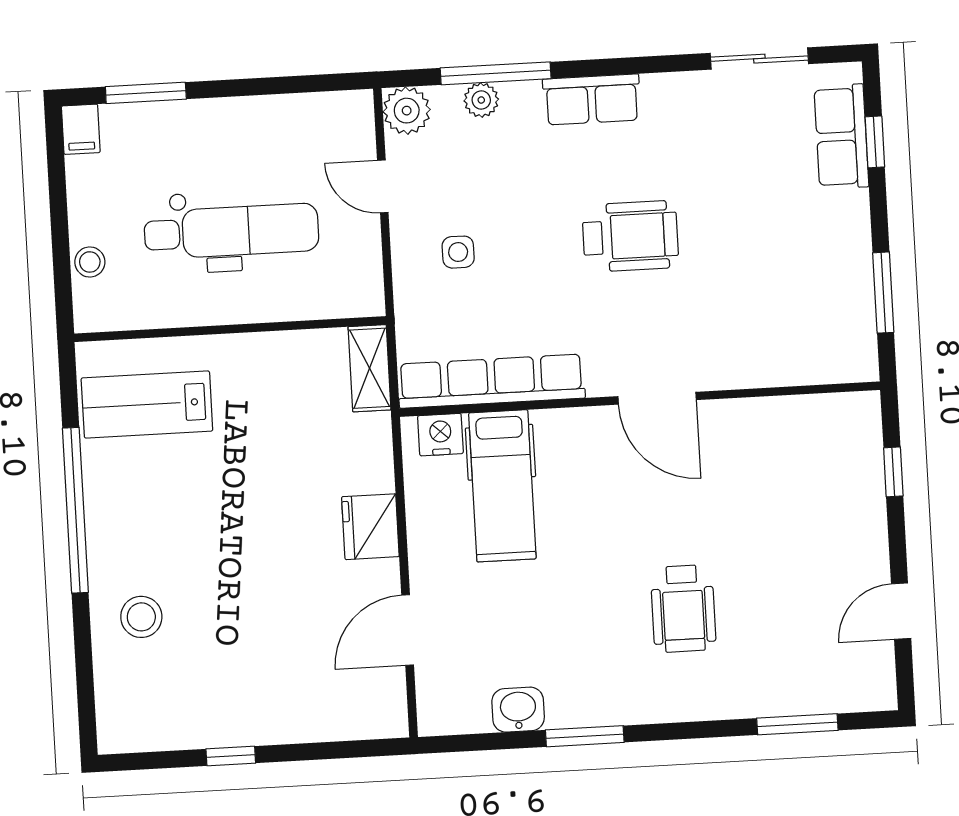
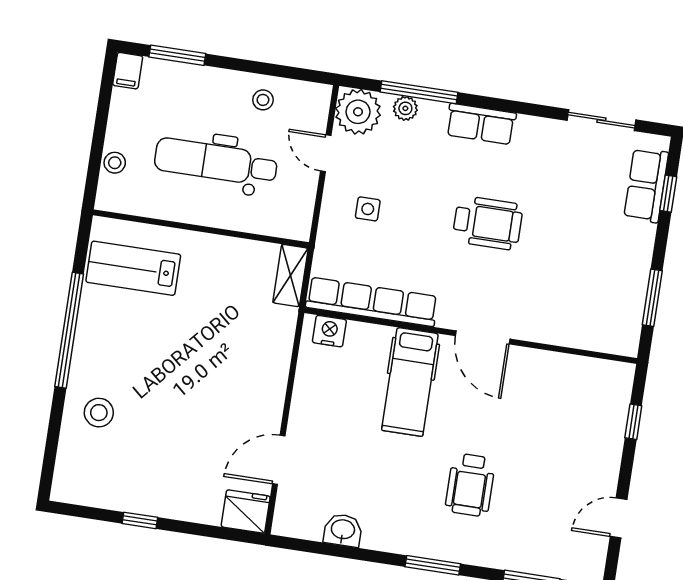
plant: (407, 111) -> (358, 112), width x1.36, depth x1.36
stool: (279, 130) -> (263, 100), added
dental chair: (231, 231) -> (216, 162), turned 180
hospital bed: (502, 486) -> (410, 382), moved
fridge: (370, 527) -> (246, 511), moved, turned 90
window: (585, 736) -> (433, 565), moved

